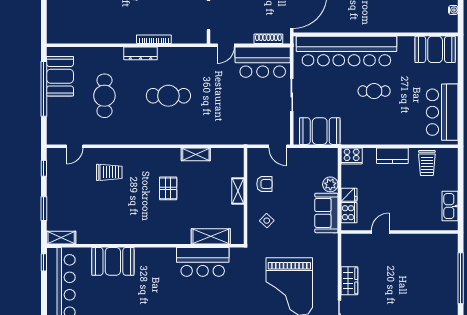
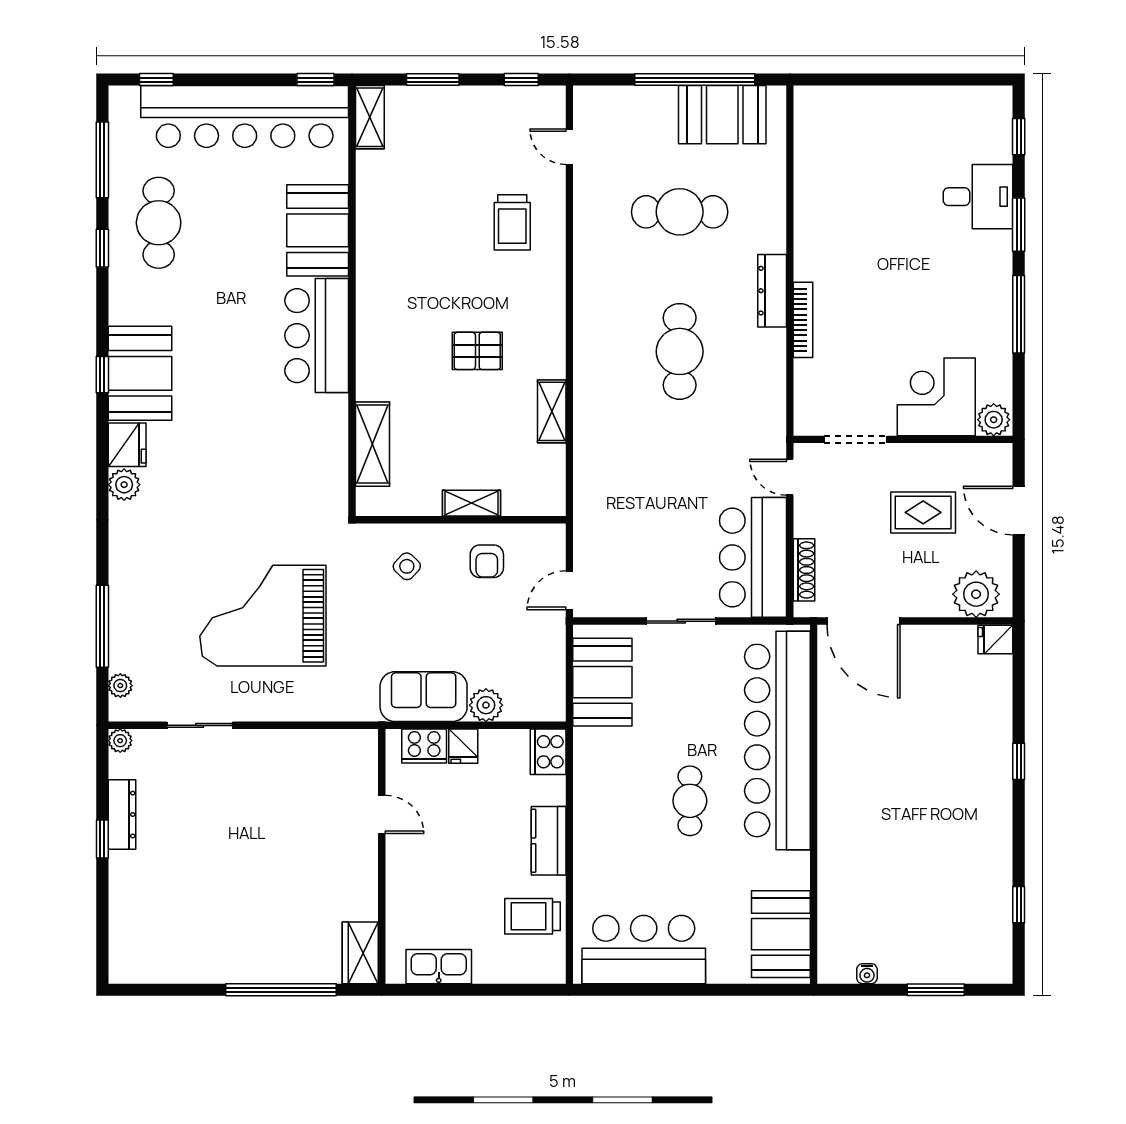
bar counter: (203, 262) -> (317, 336), moved
wardrobe: (349, 281) -> (360, 953), moved, turned 90

